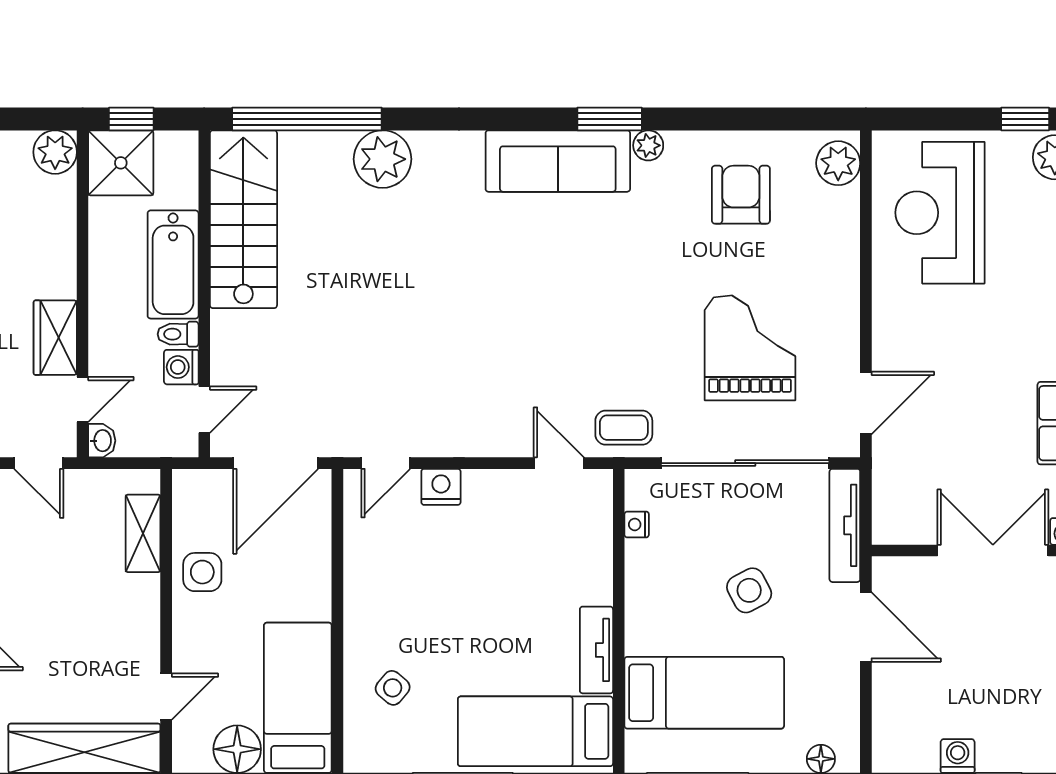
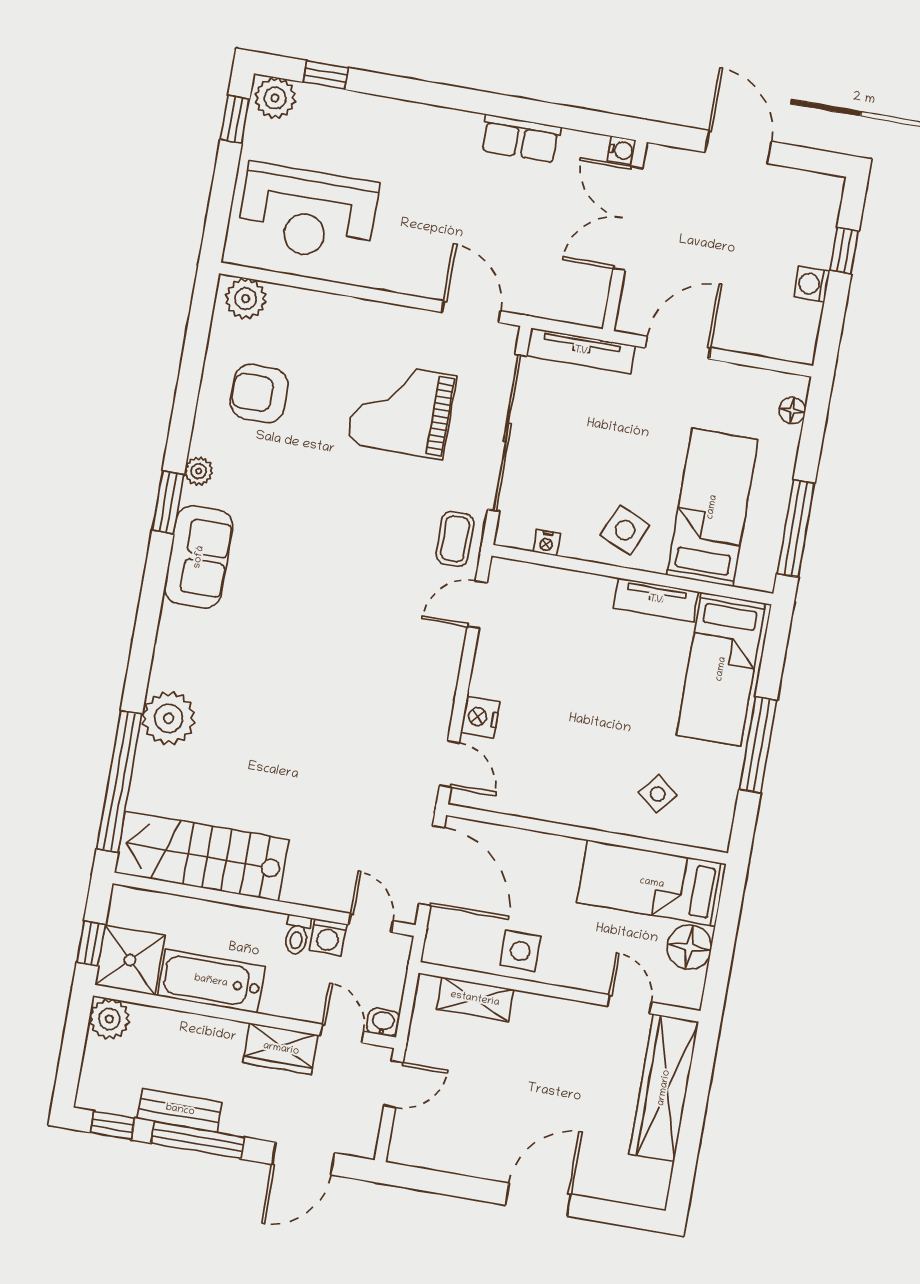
sofa: (558, 161) -> (199, 557), width x0.73
bathtub: (173, 264) -> (211, 981), moved, turned 180
side table: (749, 590) -> (625, 530), moved, turned -38

